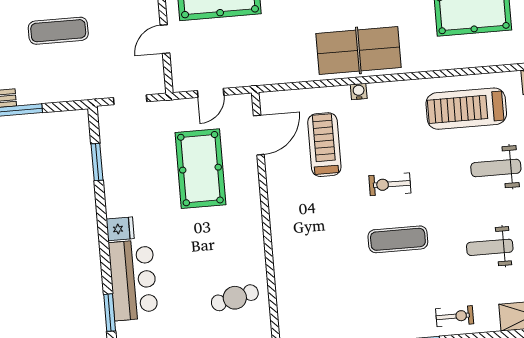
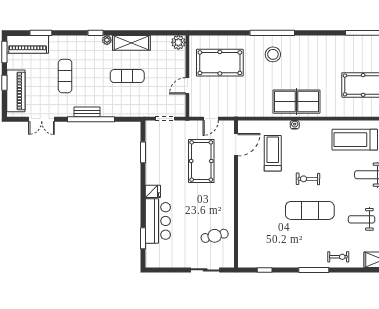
exercise mat: (398, 239) -> (310, 210), width x1.36, depth x1.45

